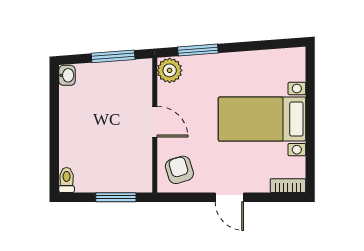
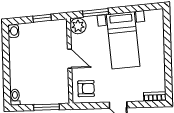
window: (113, 56) -> (42, 18), width x0.67
bed with nightstands: (262, 119) -> (123, 40), moved, turned -94
armchair: (179, 170) -> (86, 89), turned 107

